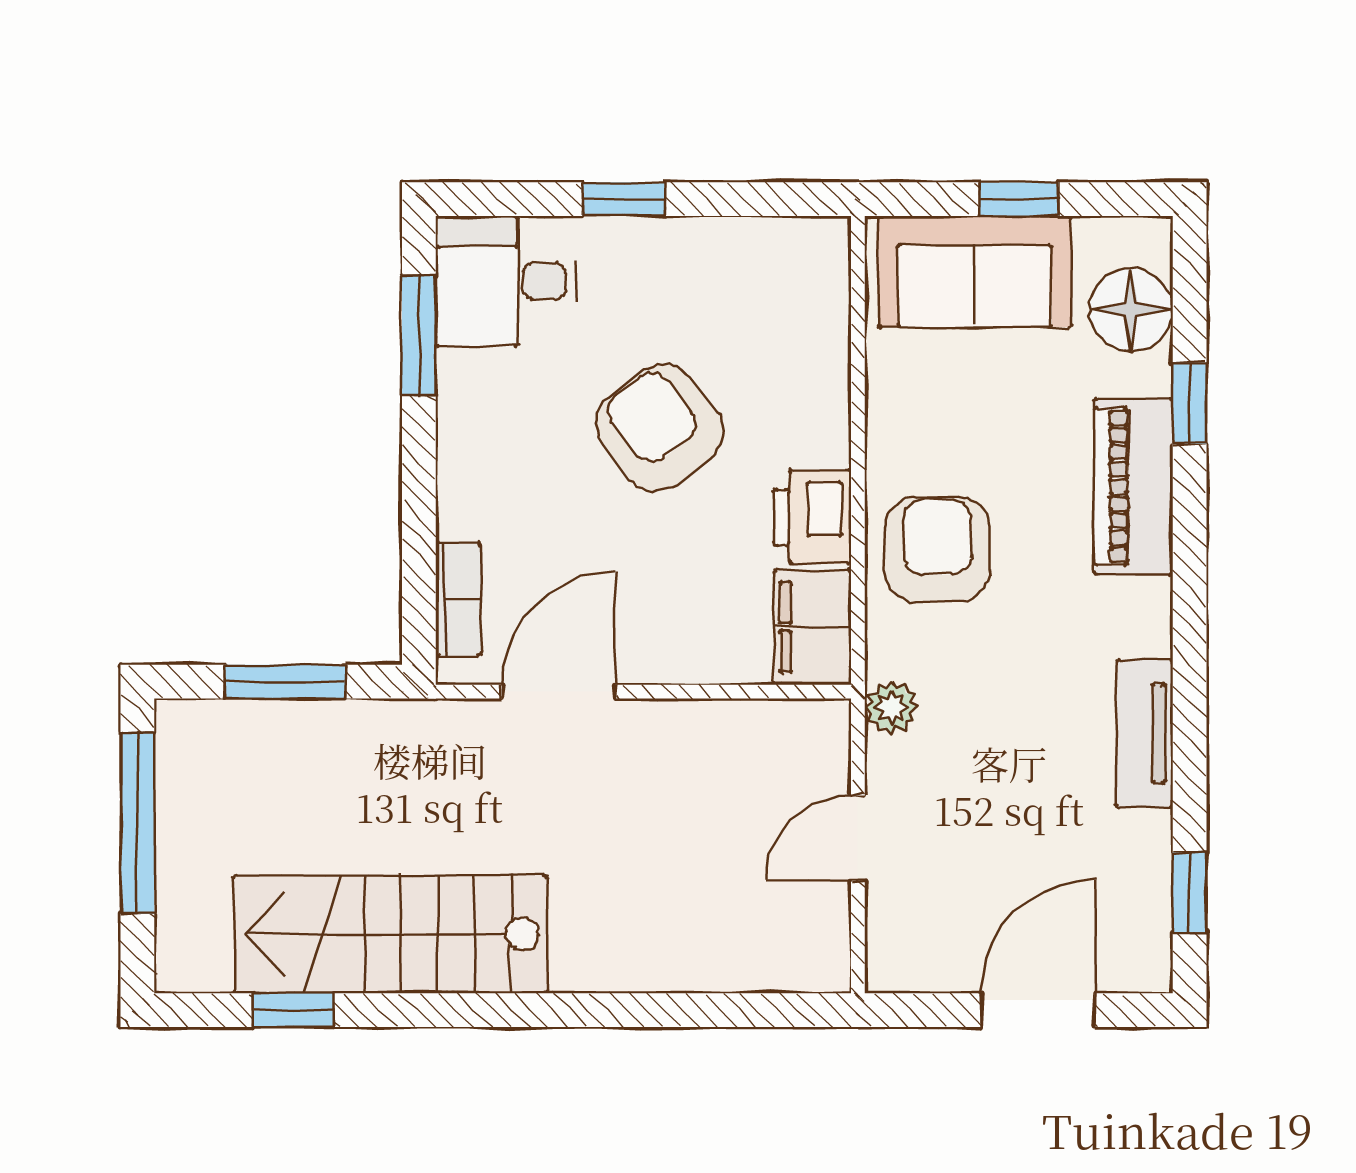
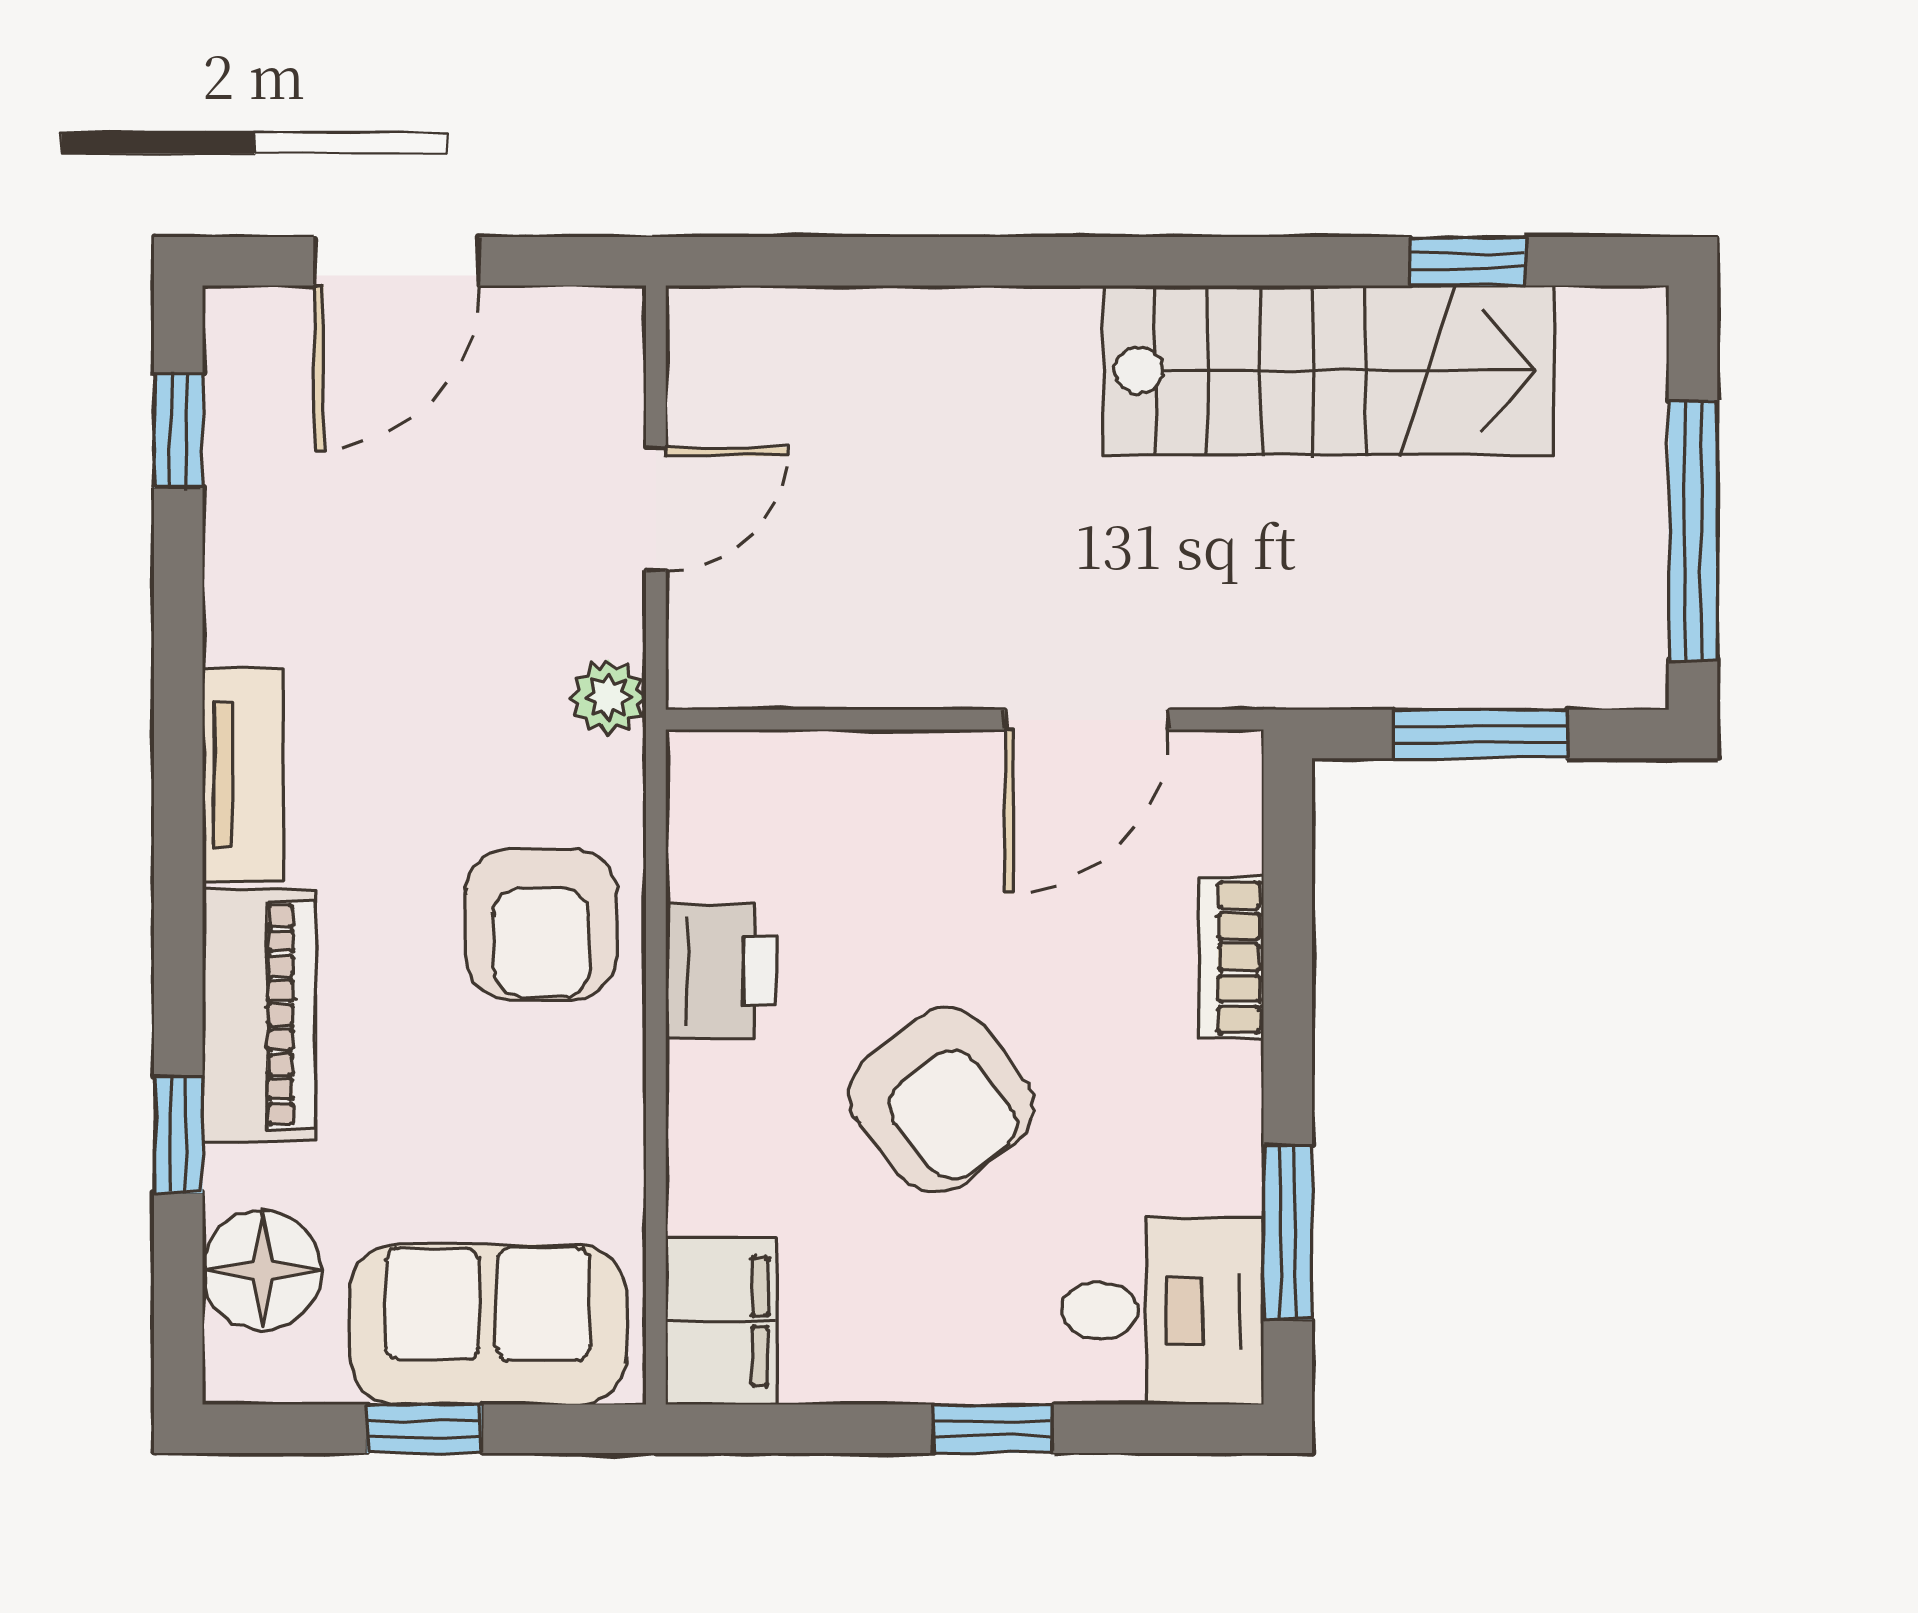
bookcase: (458, 599) -> (1231, 957), moved
filing cabinet: (813, 627) -> (721, 1321), moved
tv unit: (1145, 733) -> (243, 775), moved

